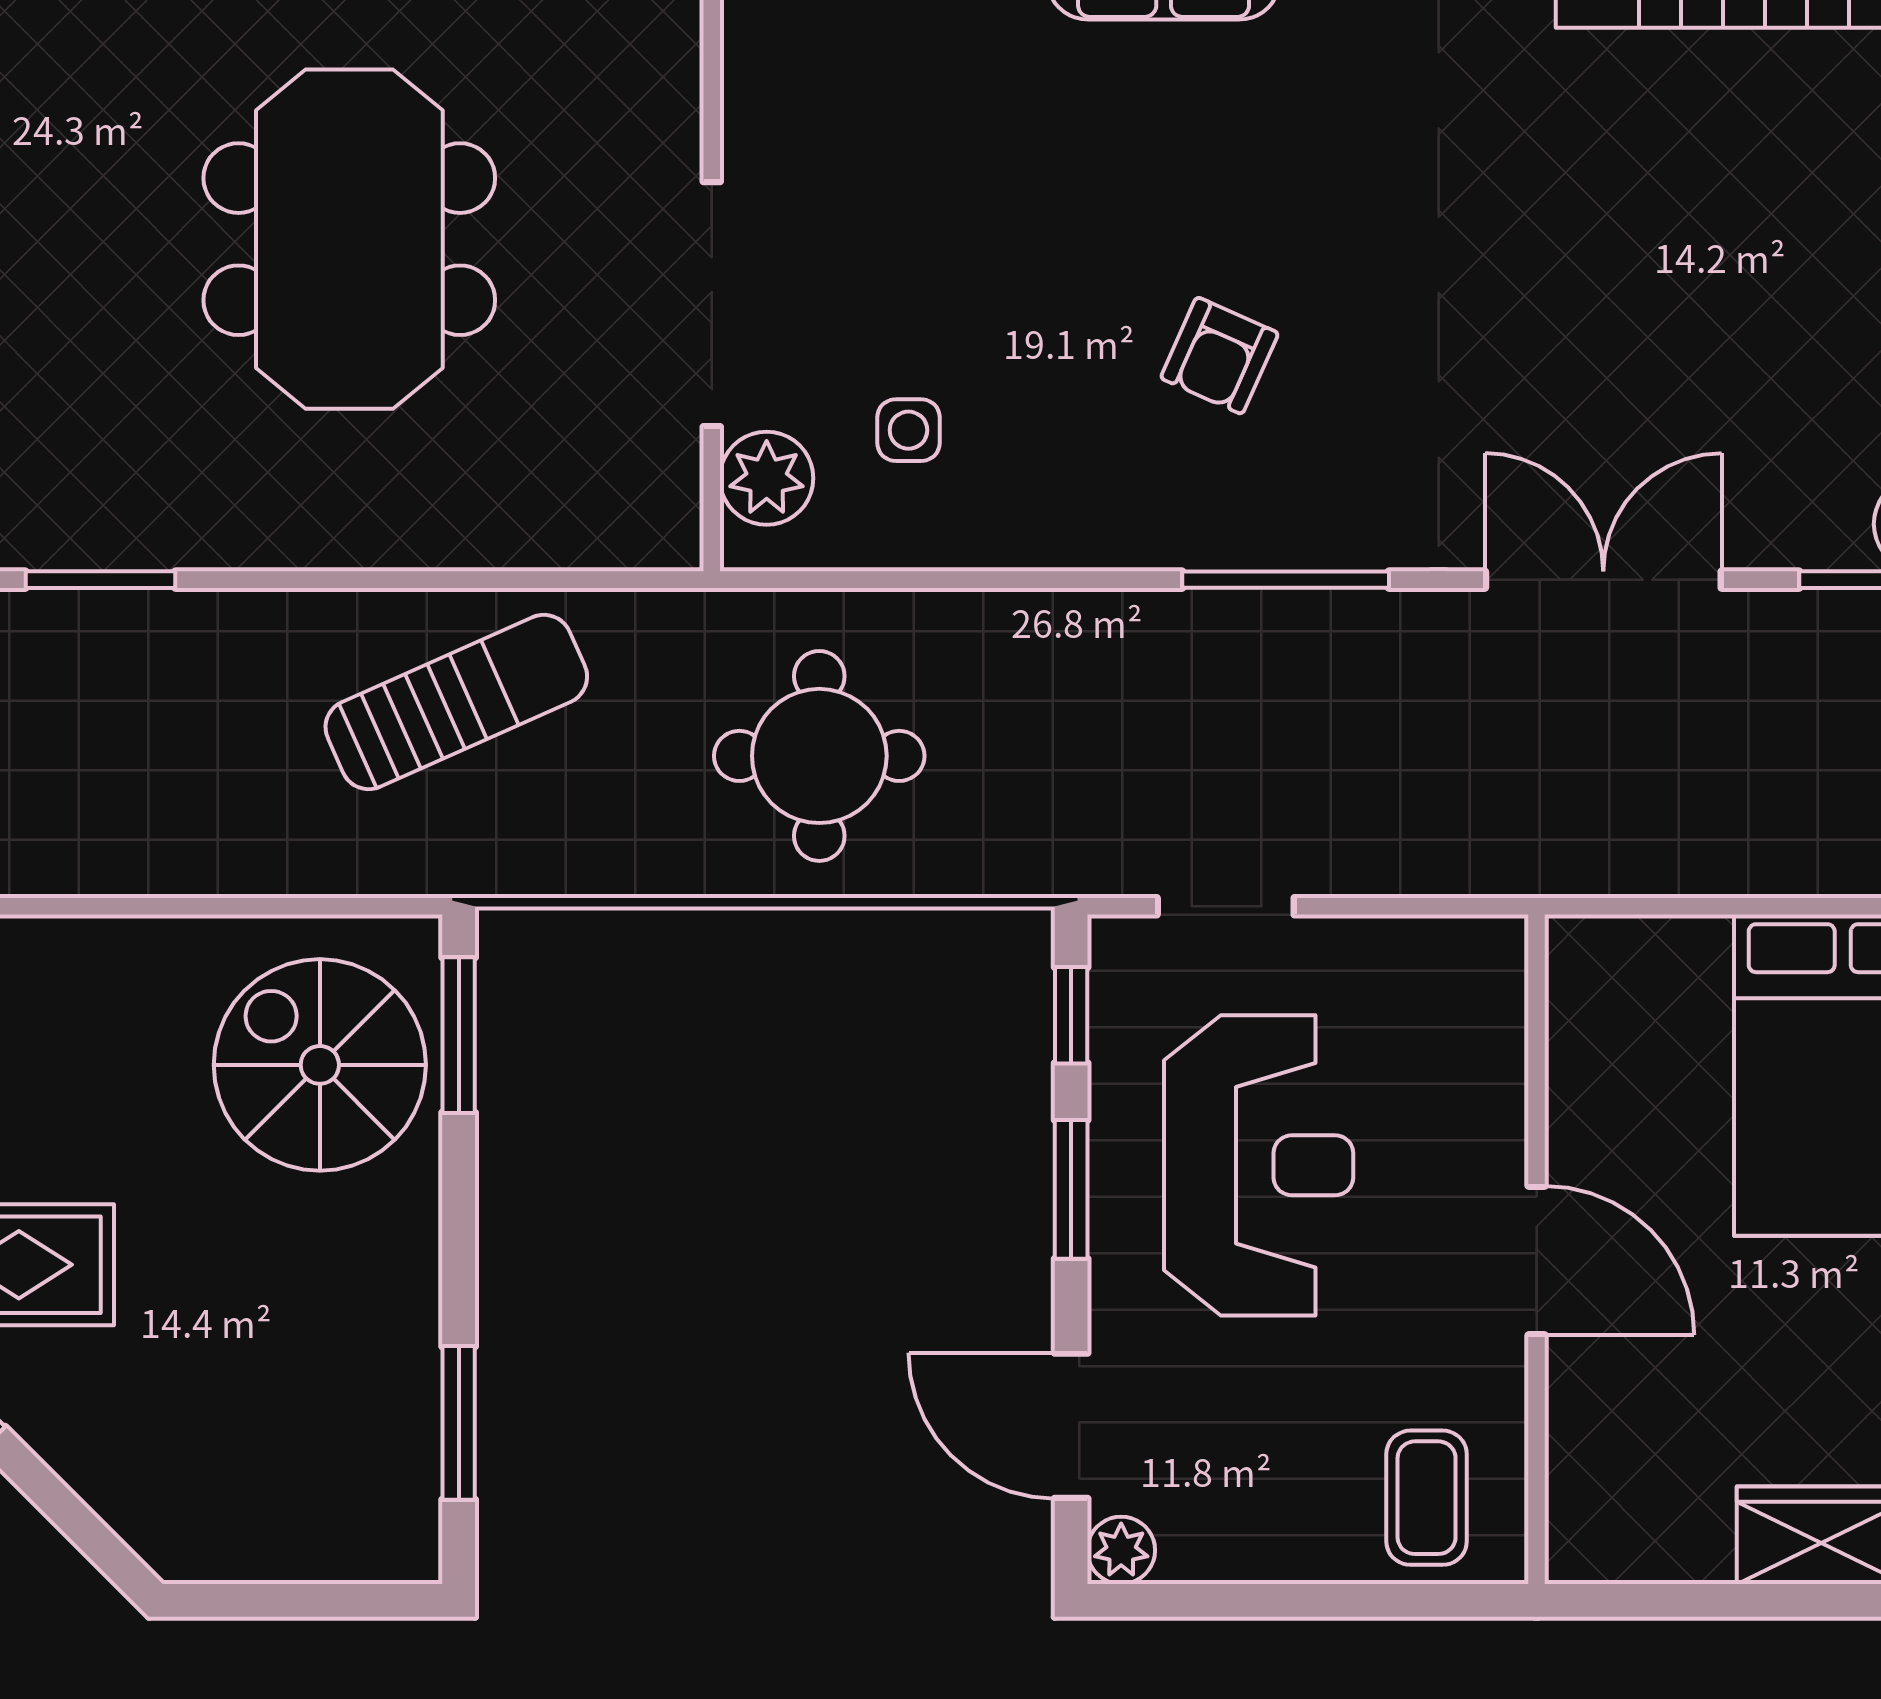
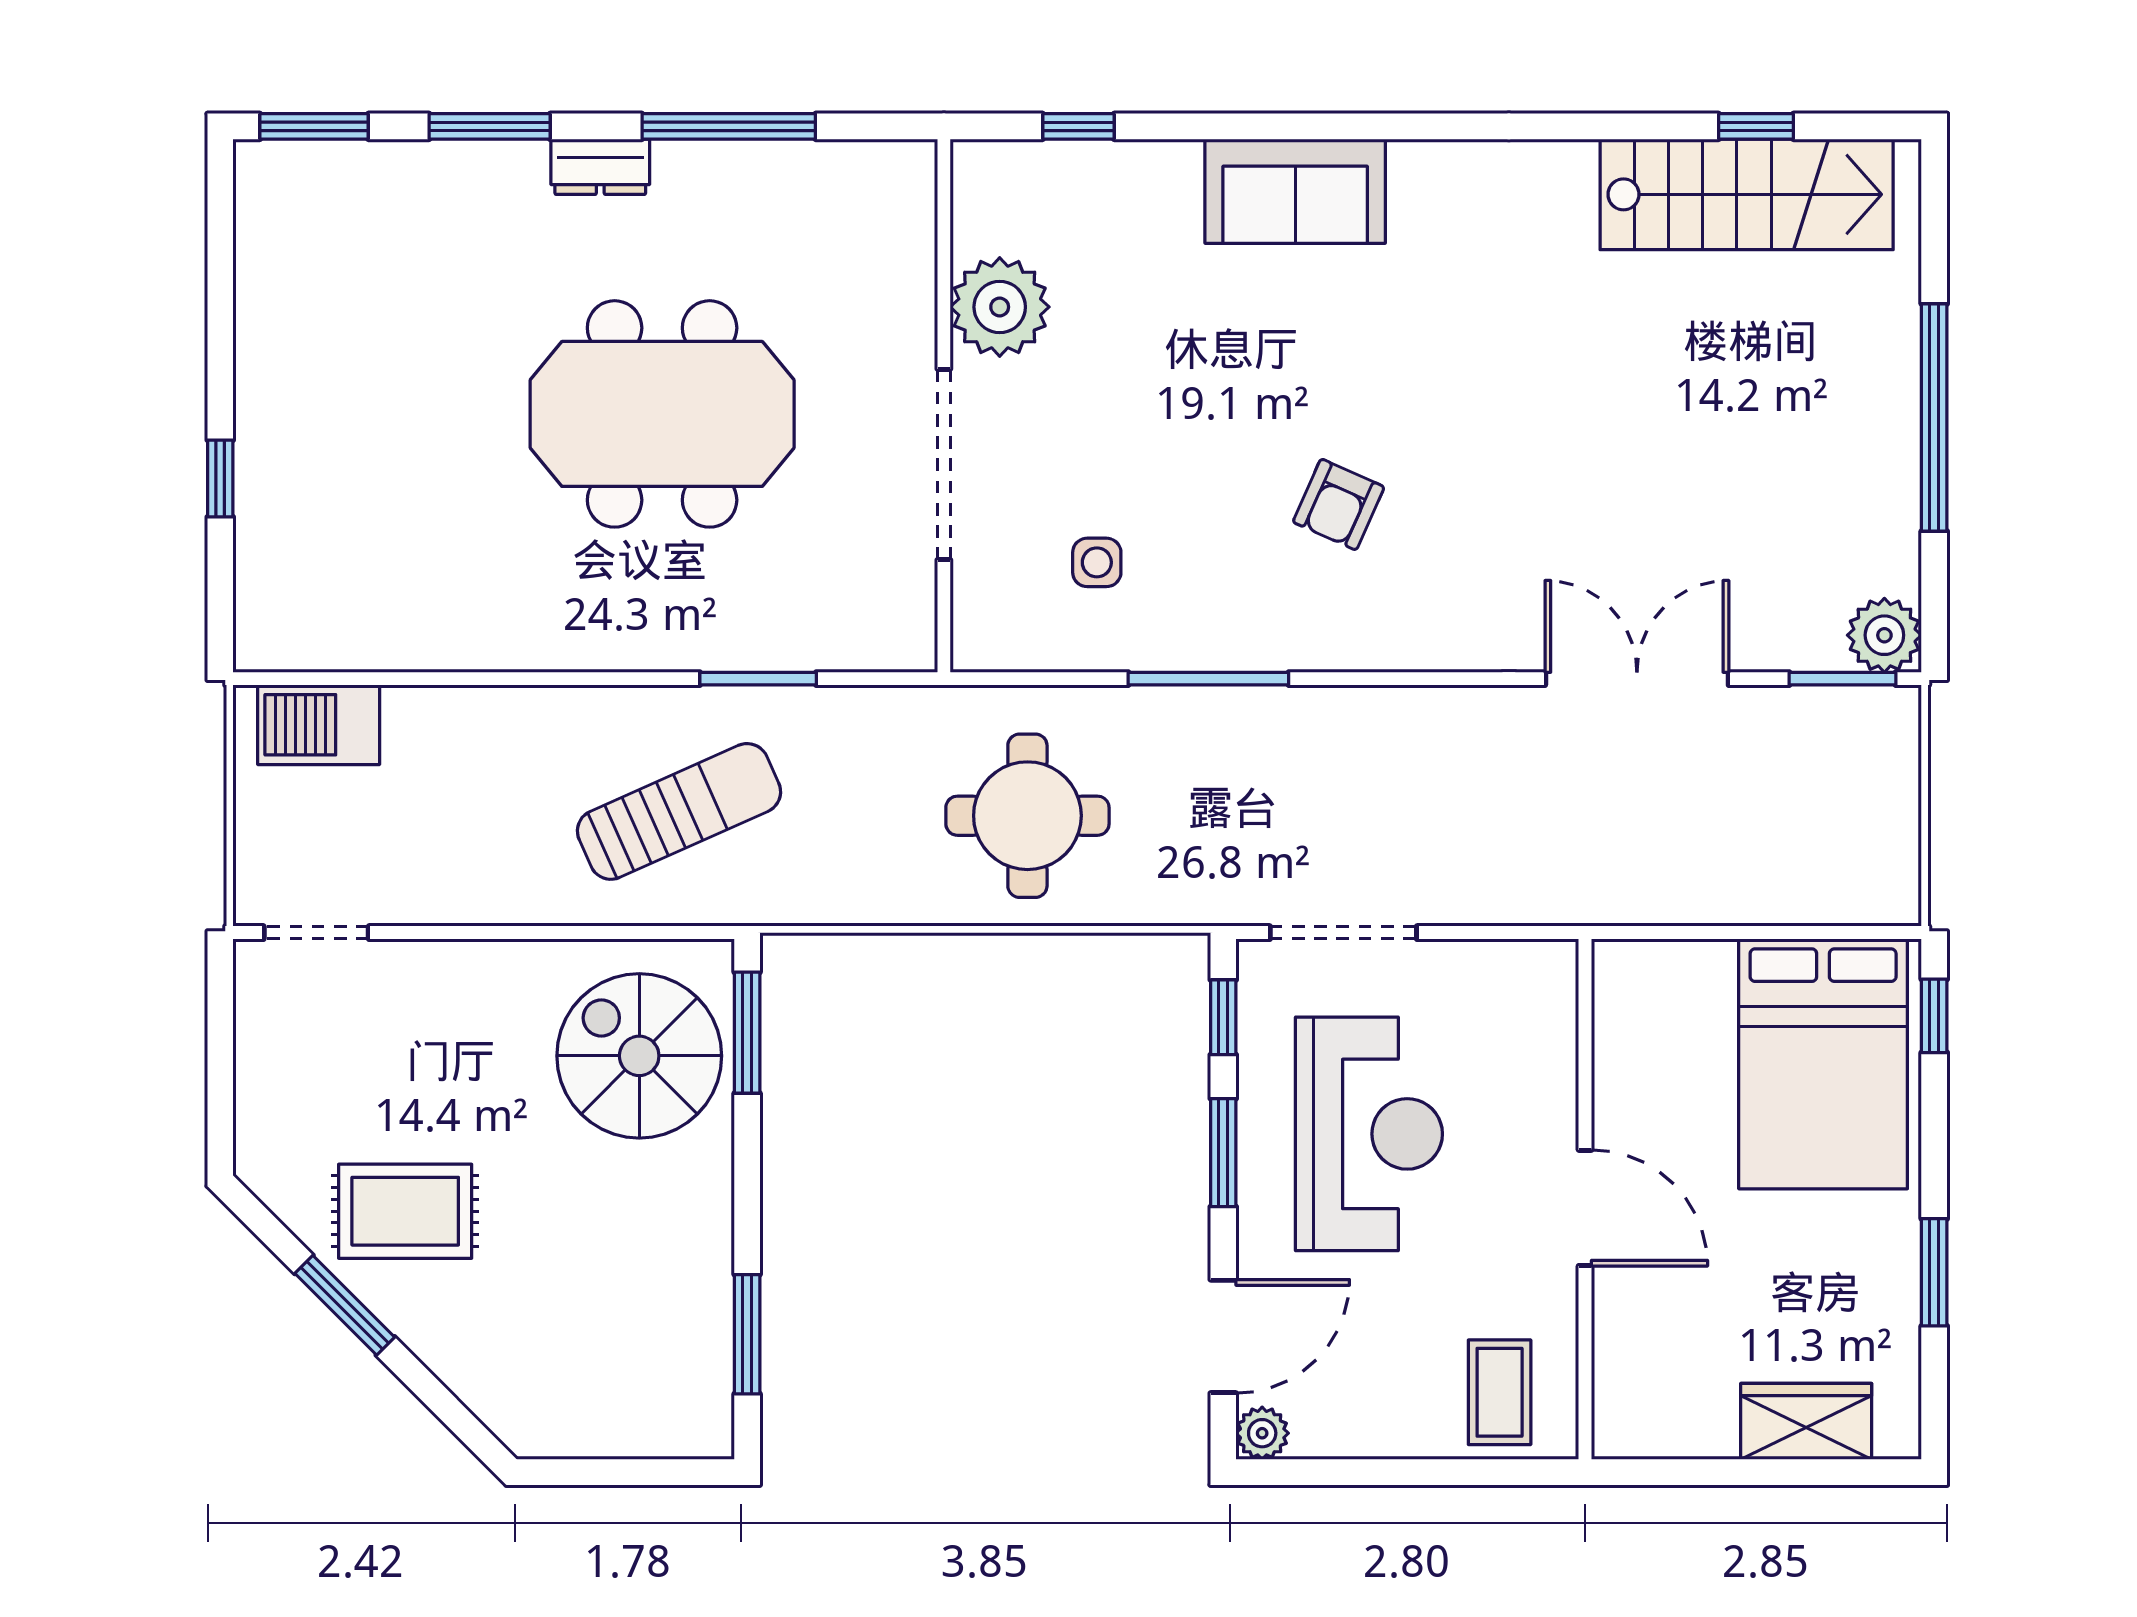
meeting table: (349, 239) -> (662, 414), turned 90
plant: (767, 478) -> (1000, 307), moved, width x1.36, depth x1.36
window: (100, 580) -> (758, 679), moved
window: (1286, 580) -> (1208, 679), moved
sun lounger: (456, 702) -> (679, 811), moved
doorway: (1226, 906) -> (1343, 933), width x1.38
door: (1071, 1426) -> (1223, 1336), swing flipped

